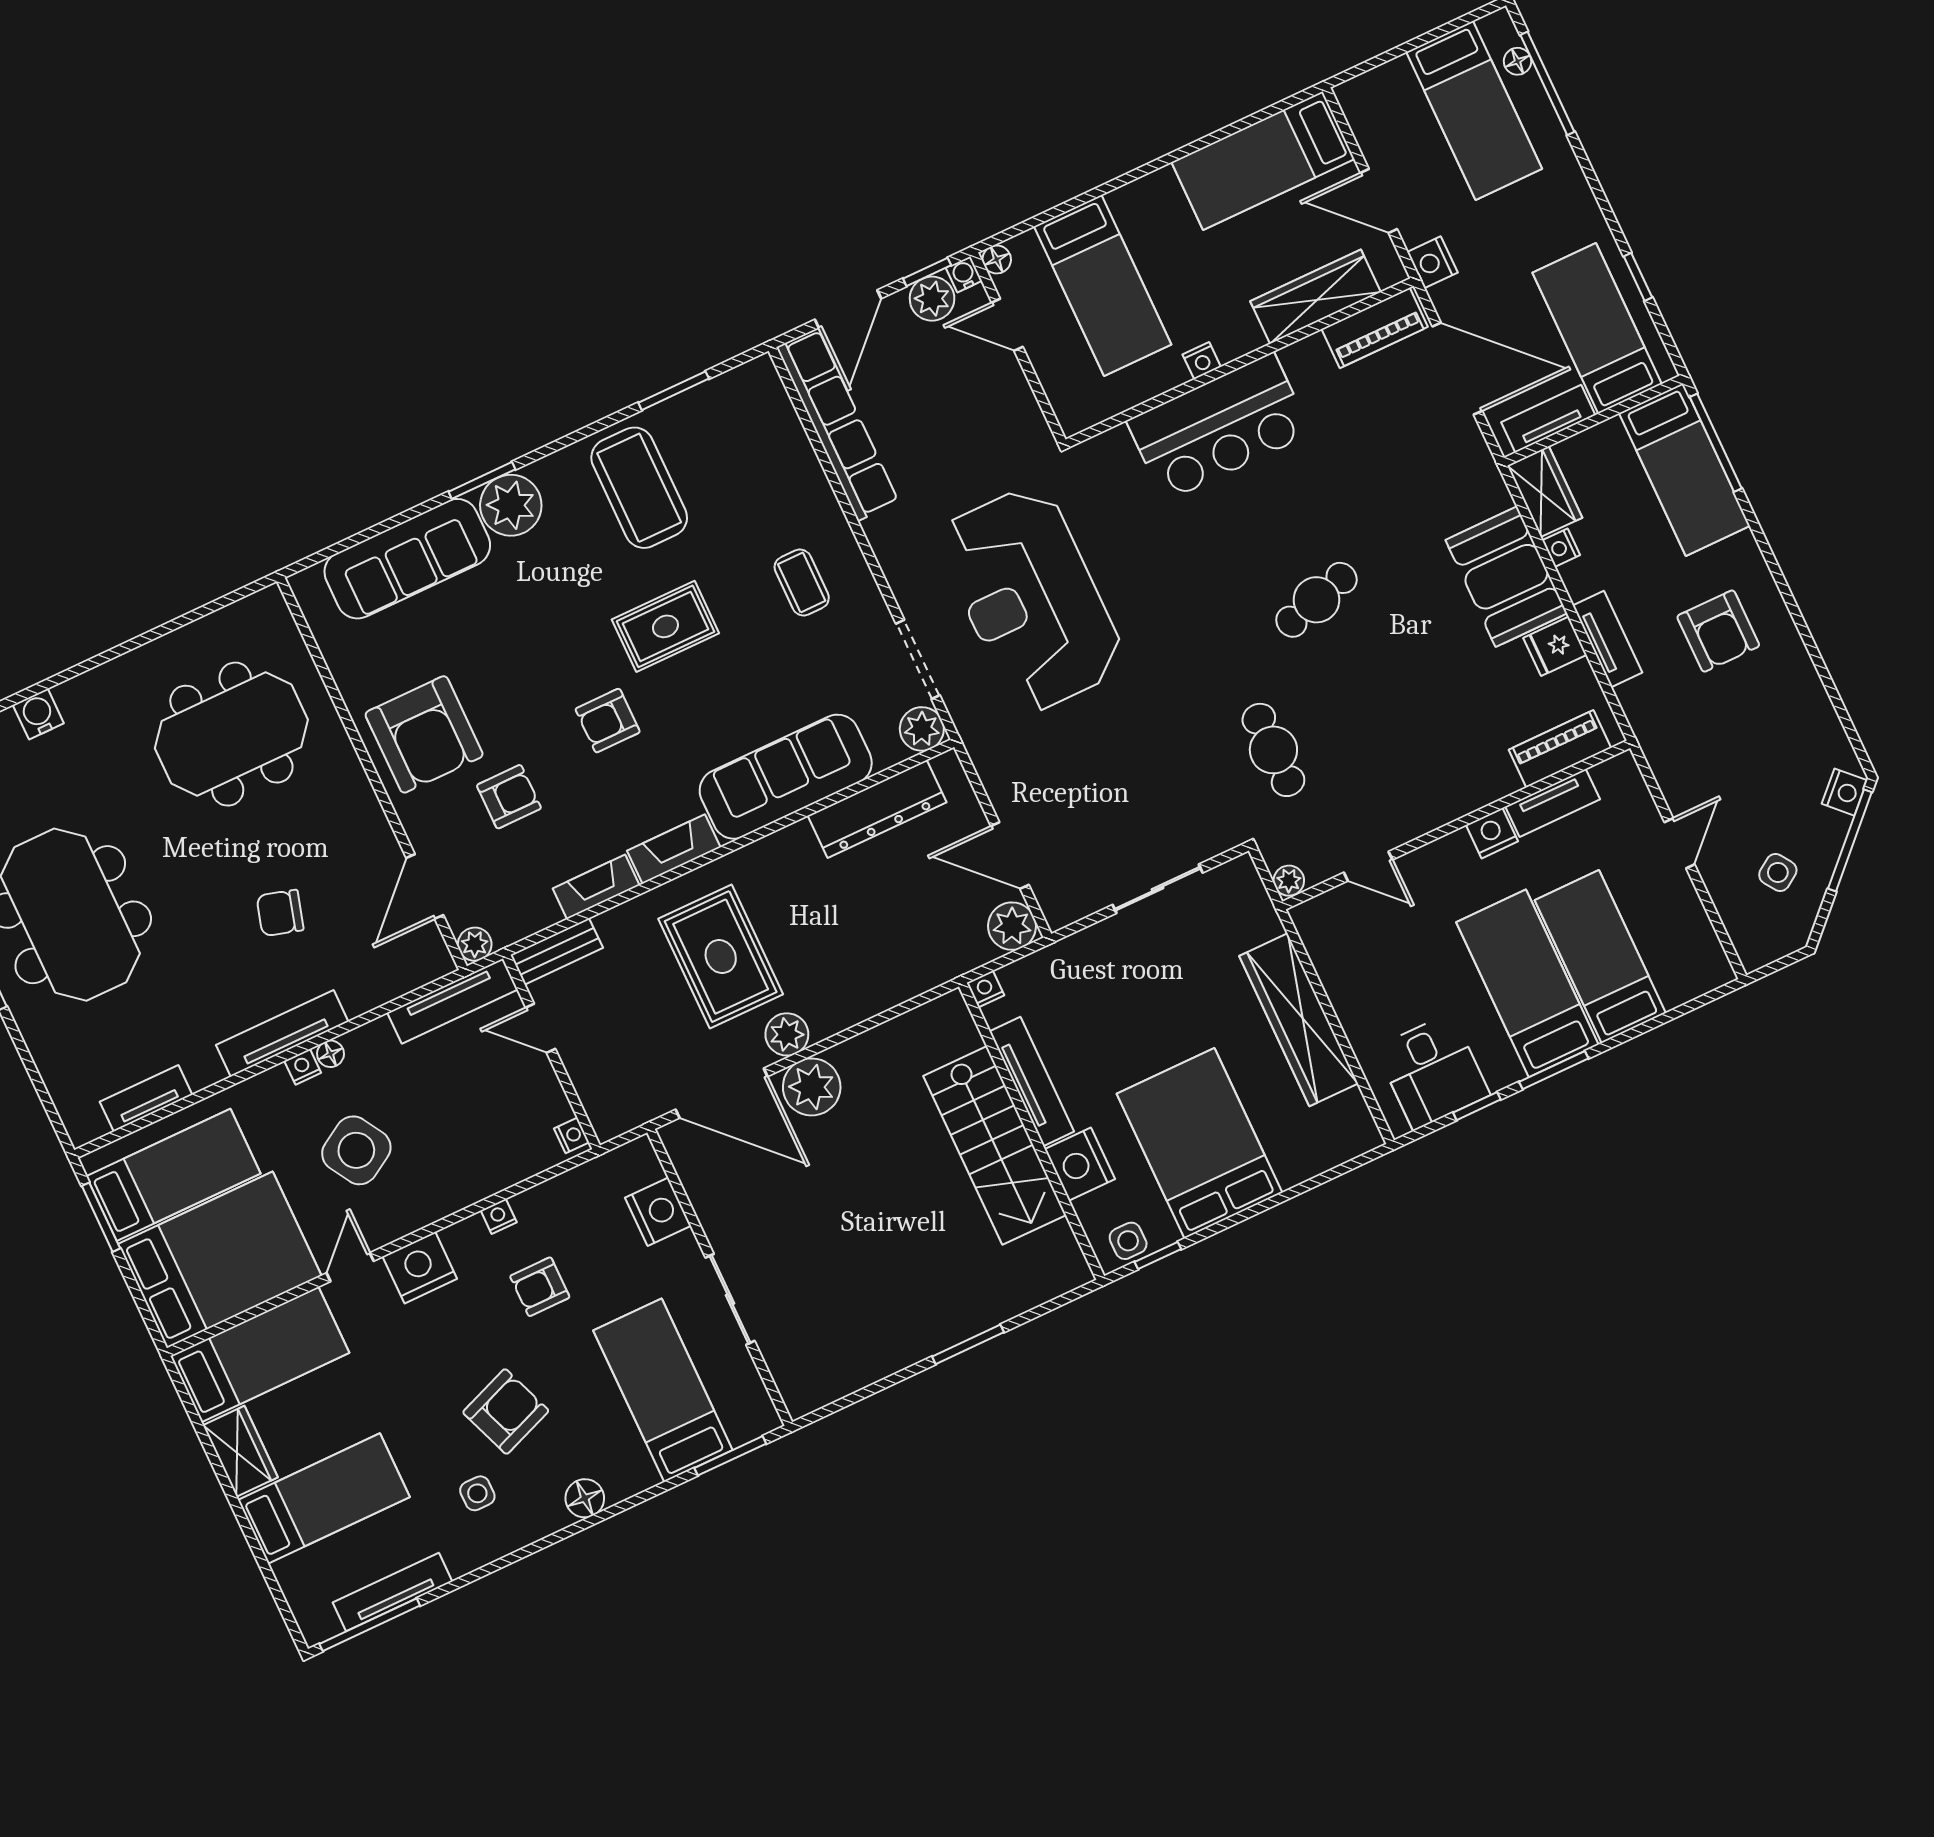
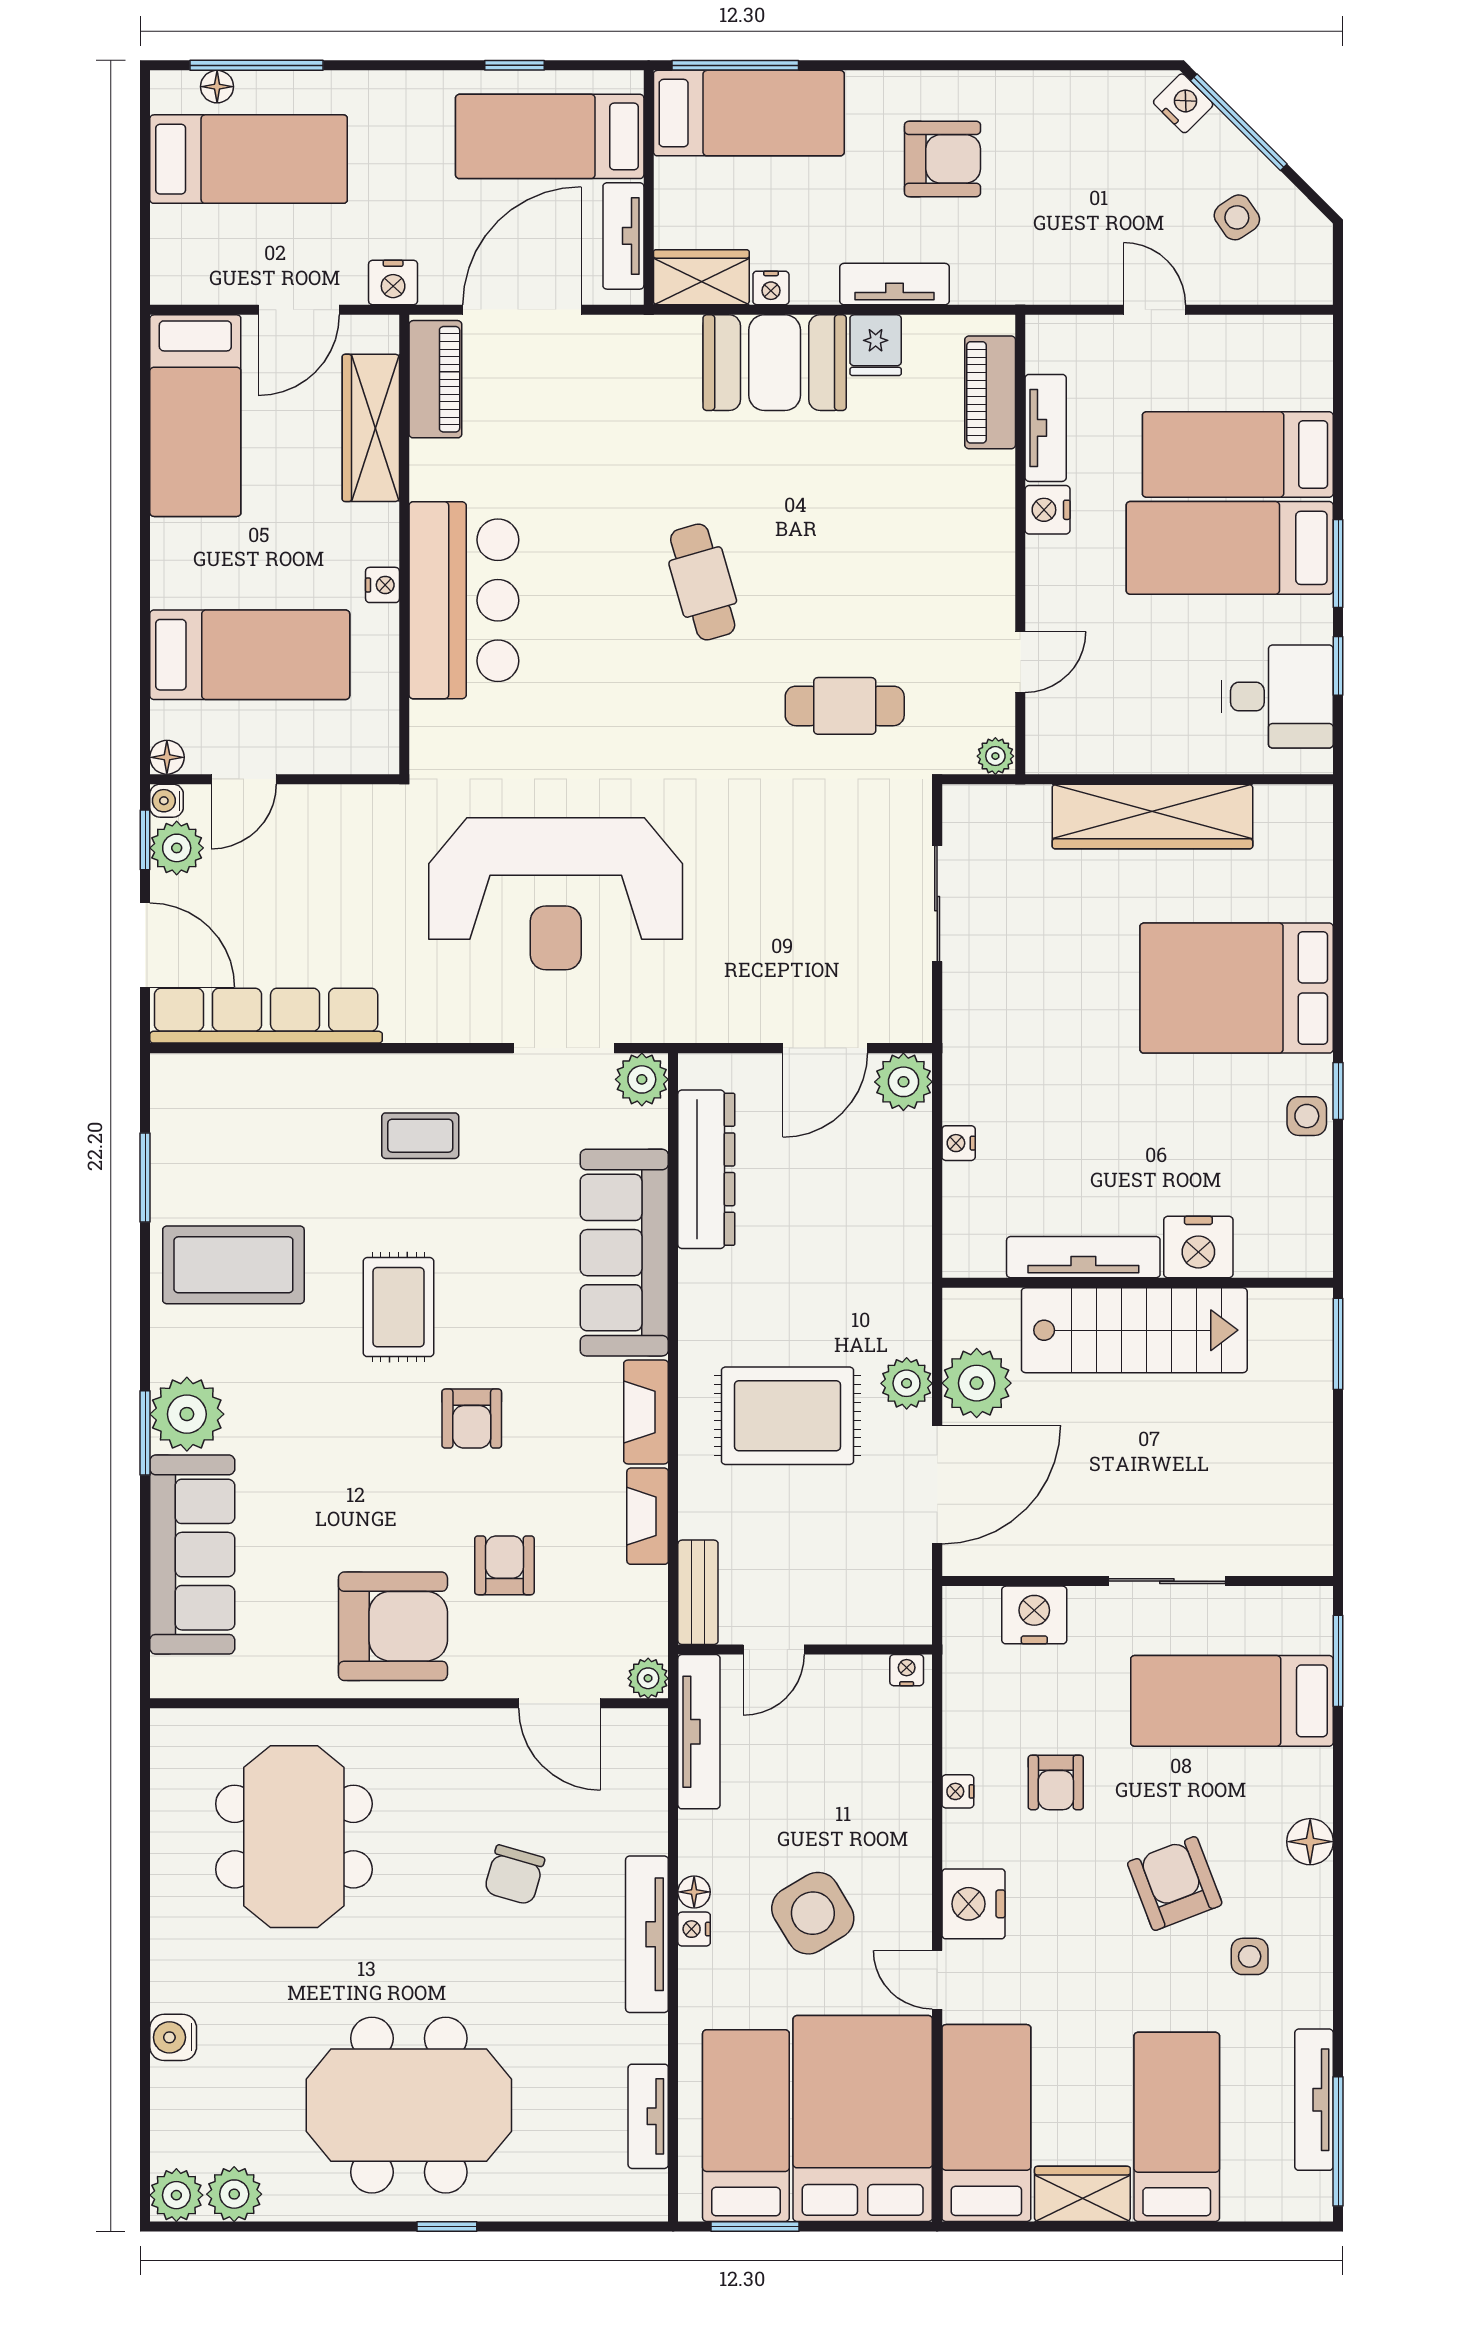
tv unit: (1032, 1082) -> (1083, 1257), moved
wall: (1032, 1131) -> (1138, 1283), moved
stairs: (995, 1145) -> (1134, 1330), moved
nightstand: (1080, 1164) -> (1198, 1247), moved

